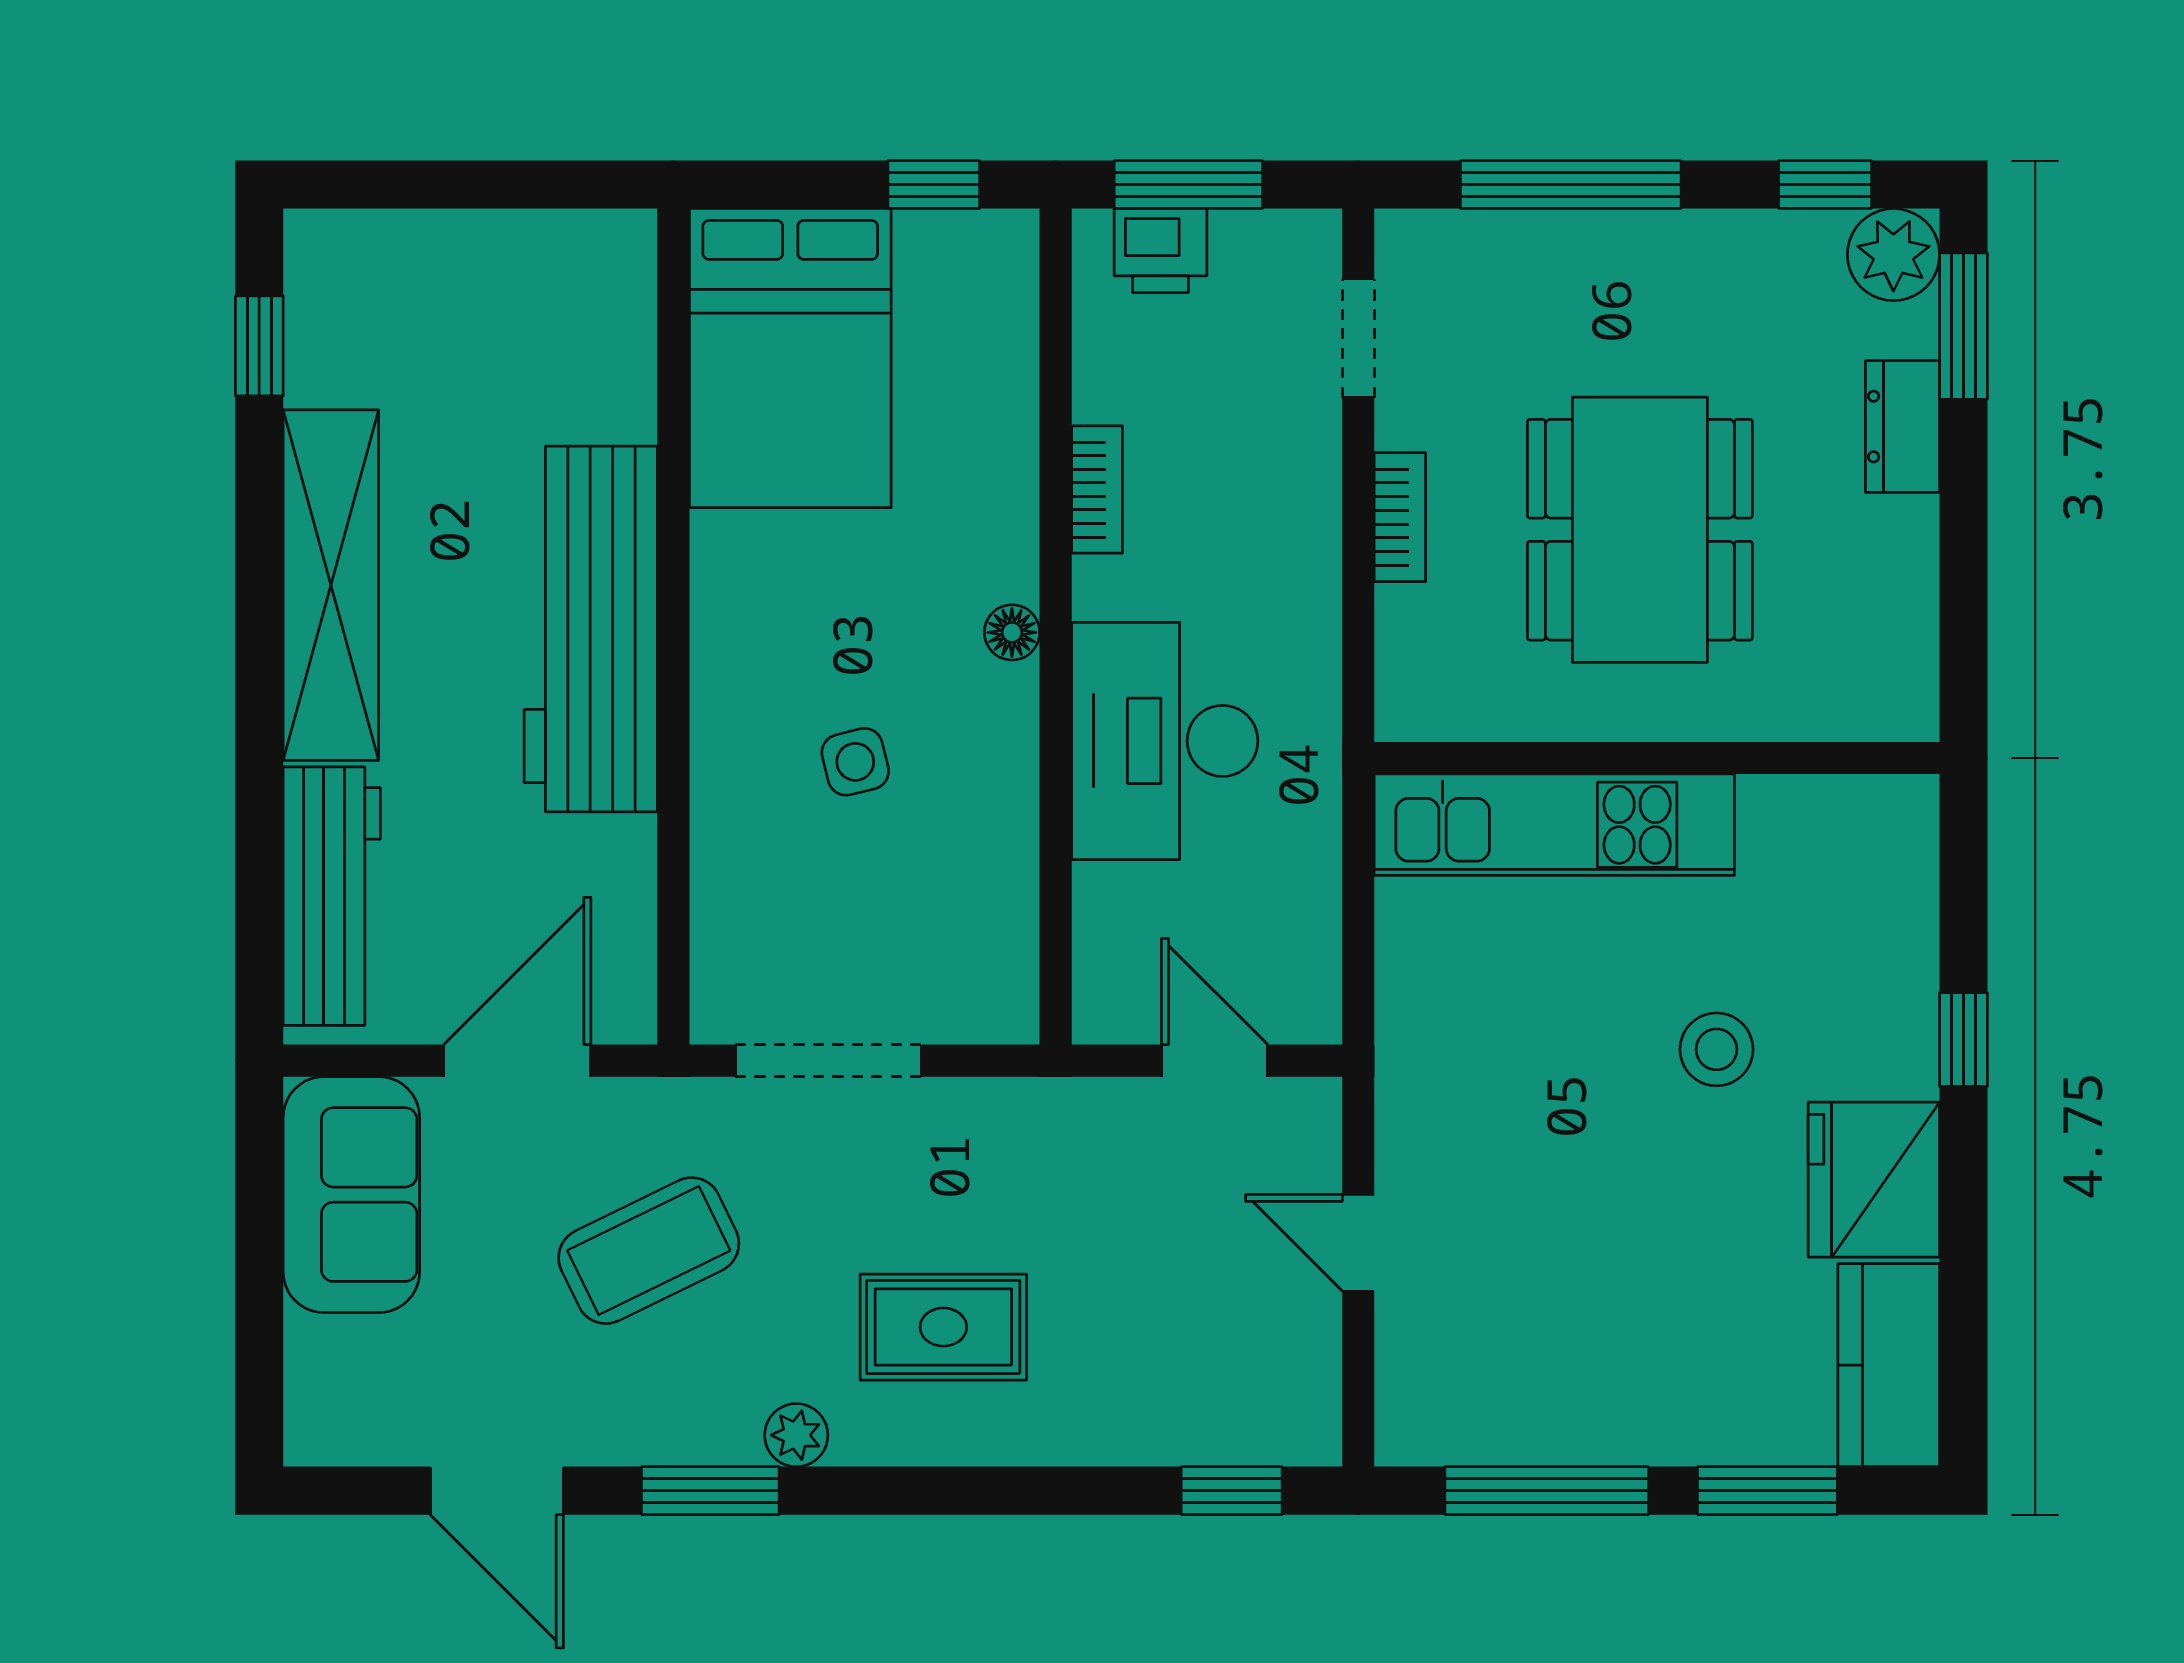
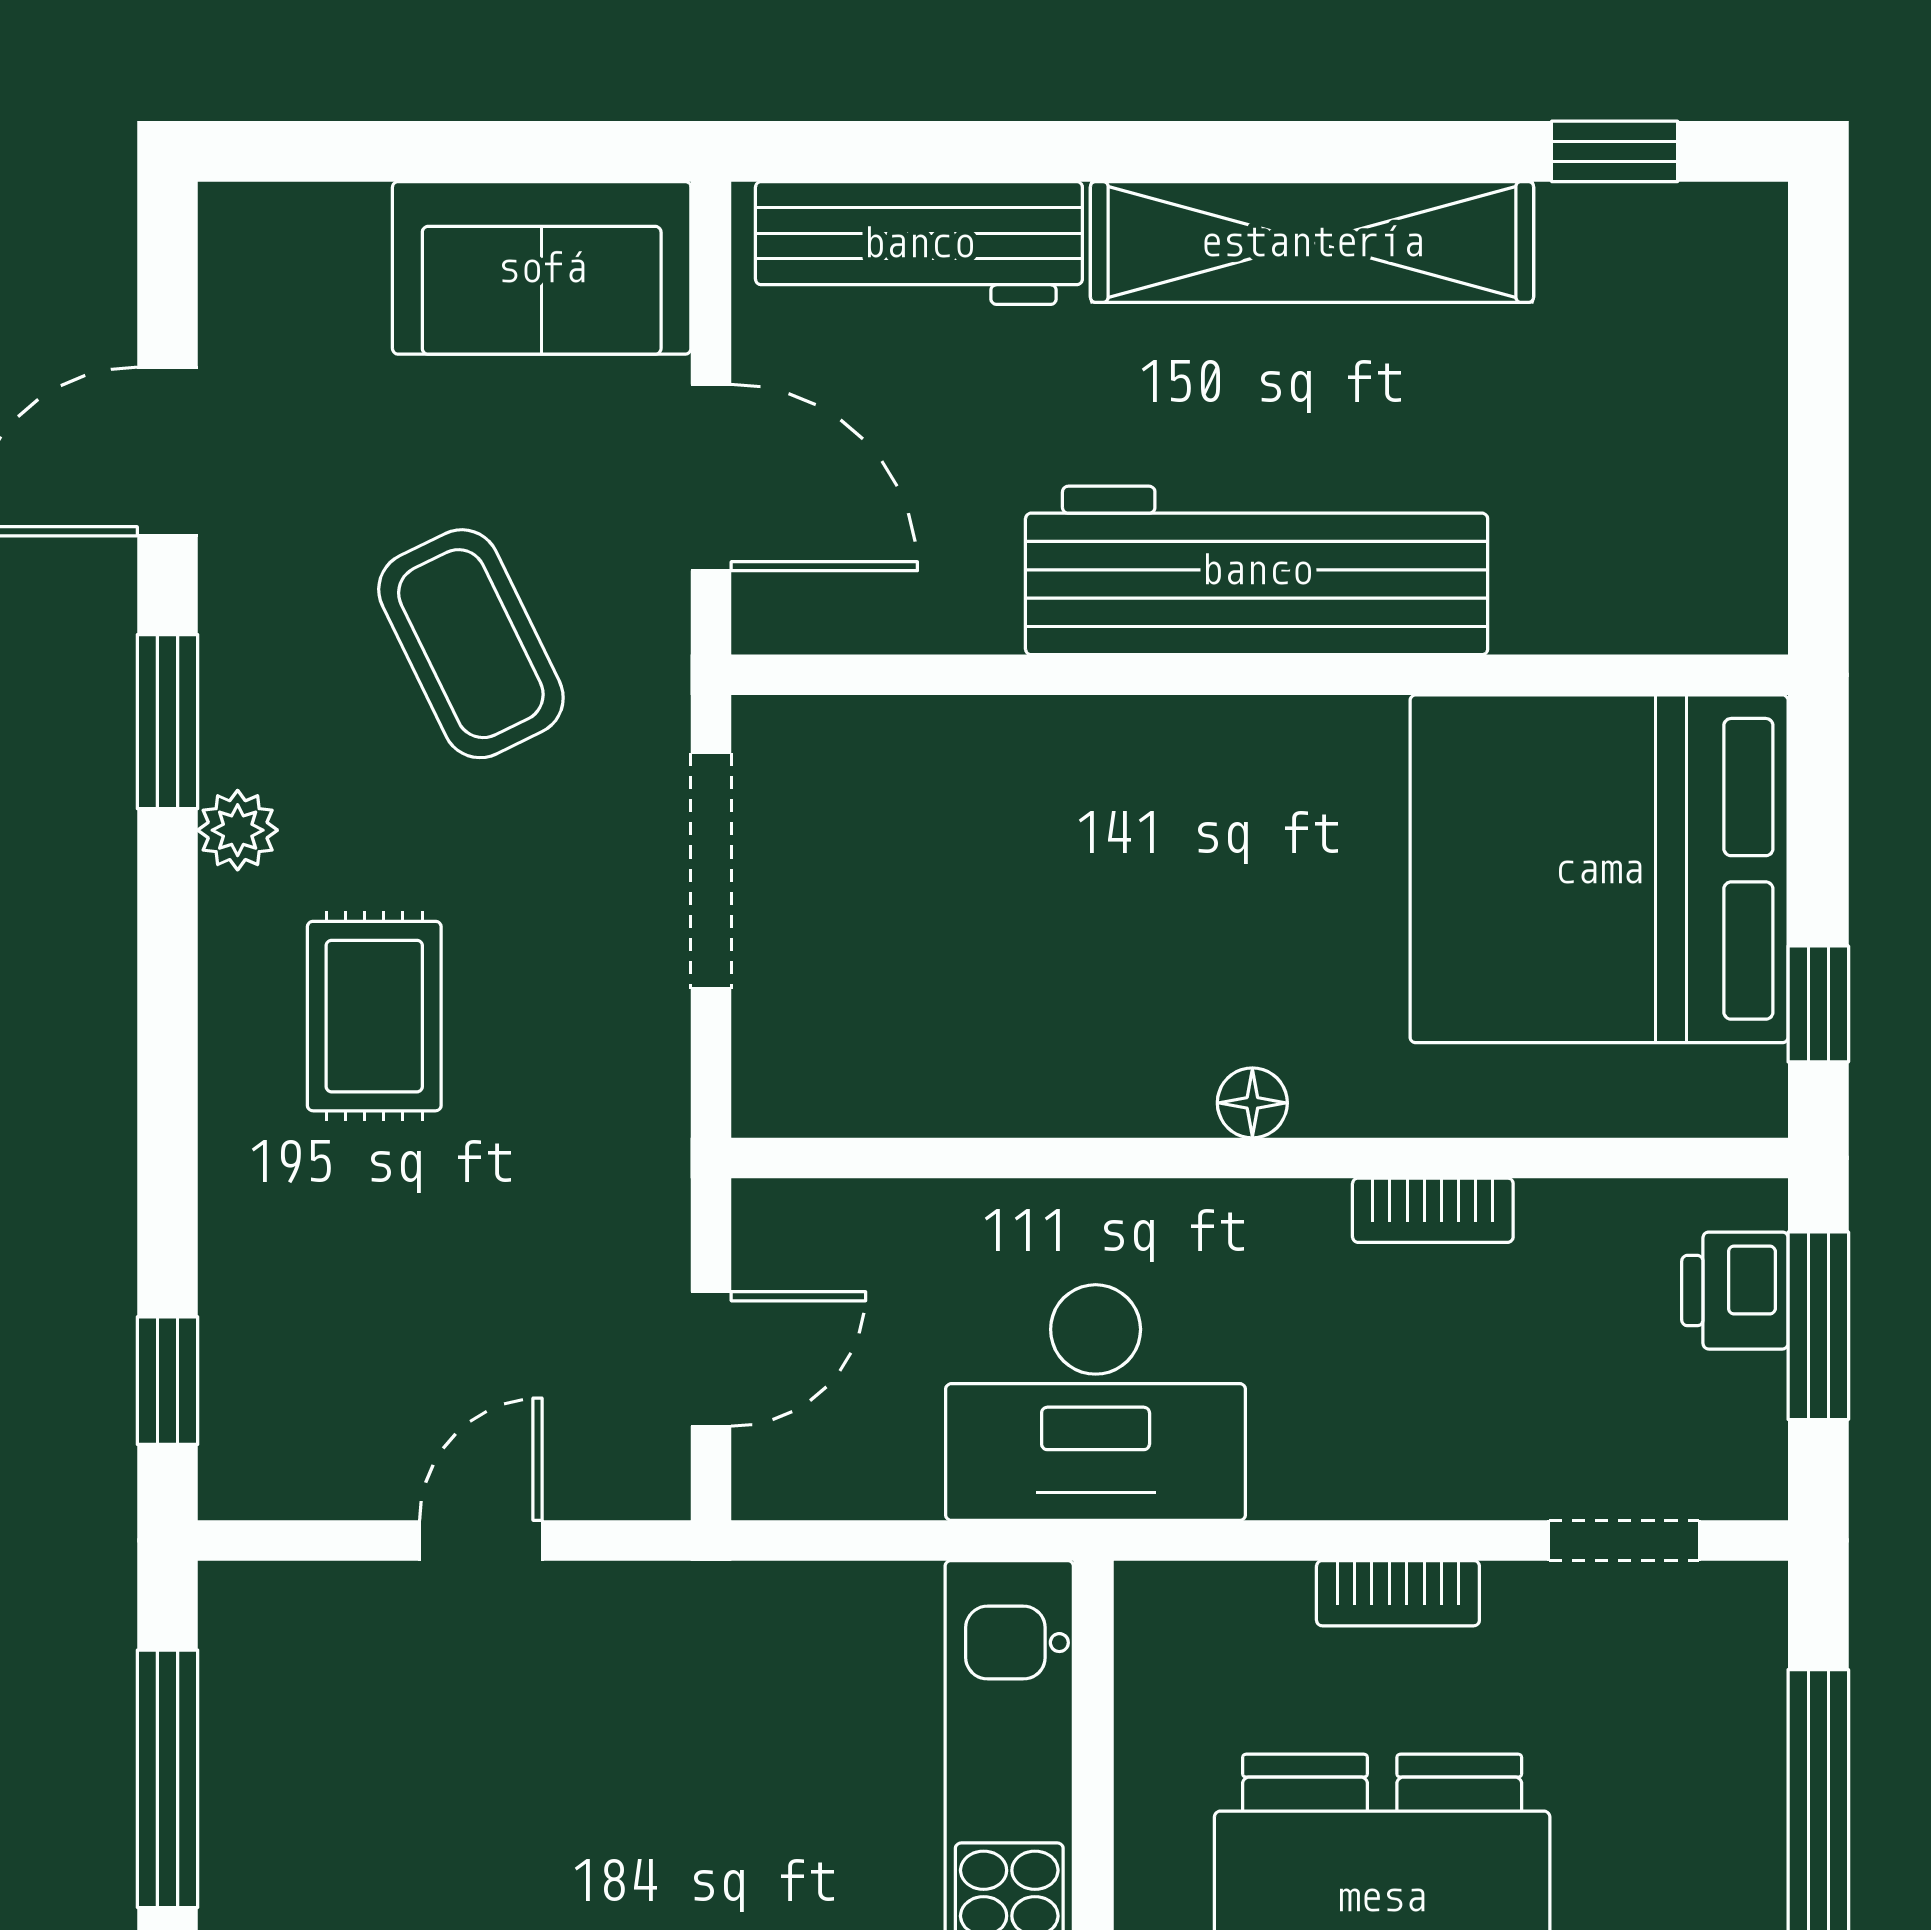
bed: (790, 358) -> (1599, 869), width x1.36
desk: (1165, 741) -> (1096, 1403), moved, turned 180
side table: (855, 762) -> (1089, 905), removed

